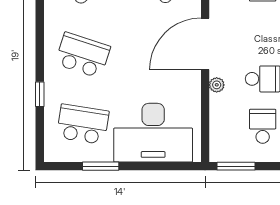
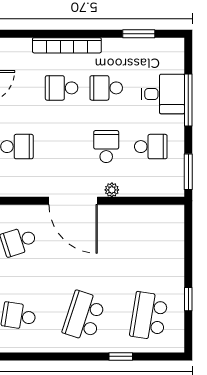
school desk: (263, 126) -> (151, 147), turned 180
desk: (153, 133) -> (157, 250), removed
window: (101, 166) -> (188, 299), width x0.67

